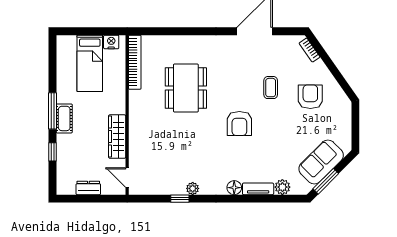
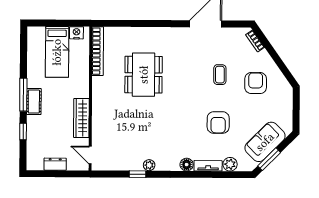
armchair: (239, 123) -> (218, 123), moved

